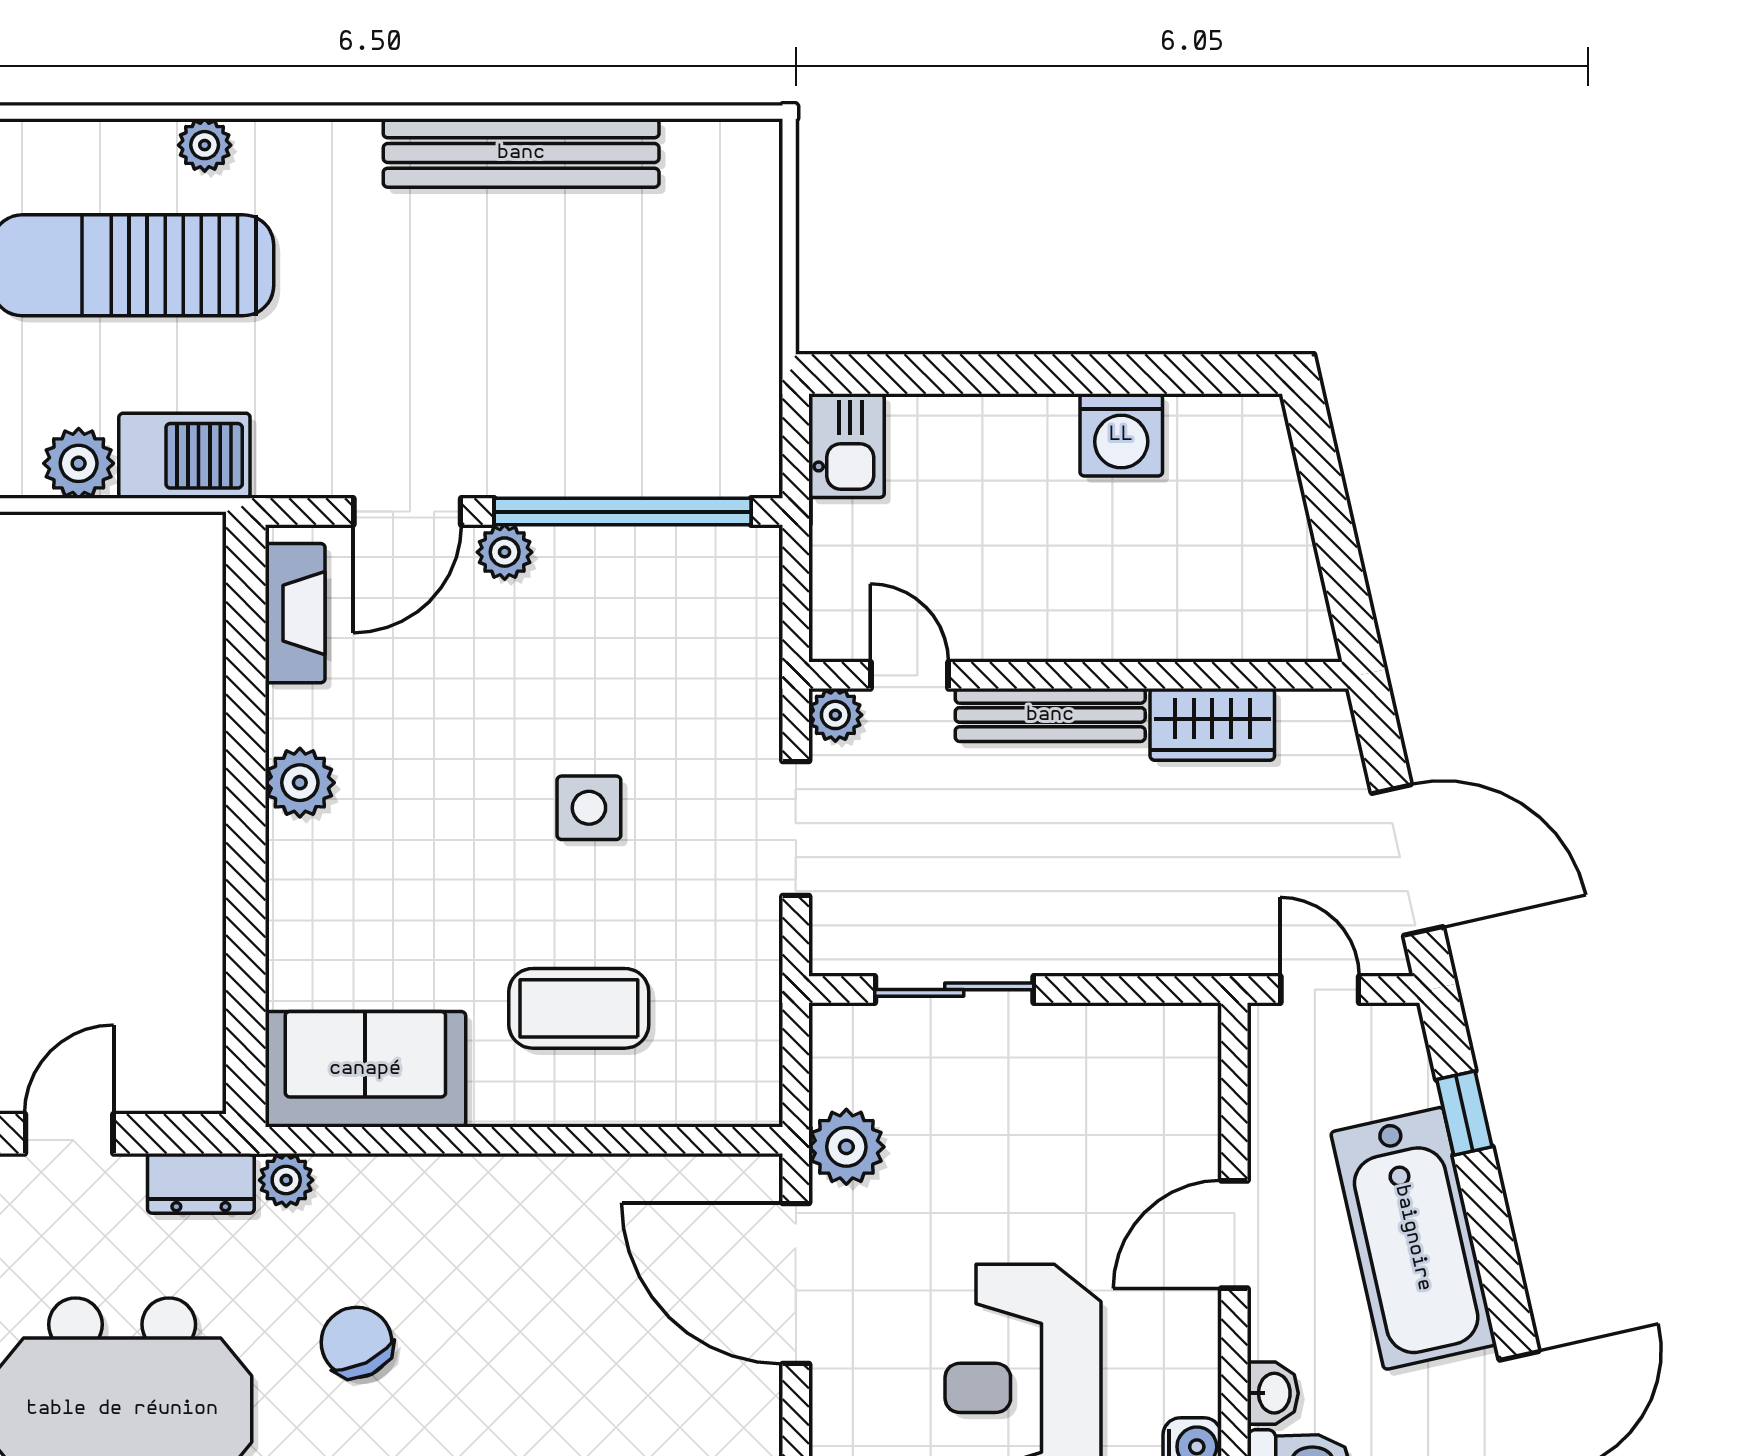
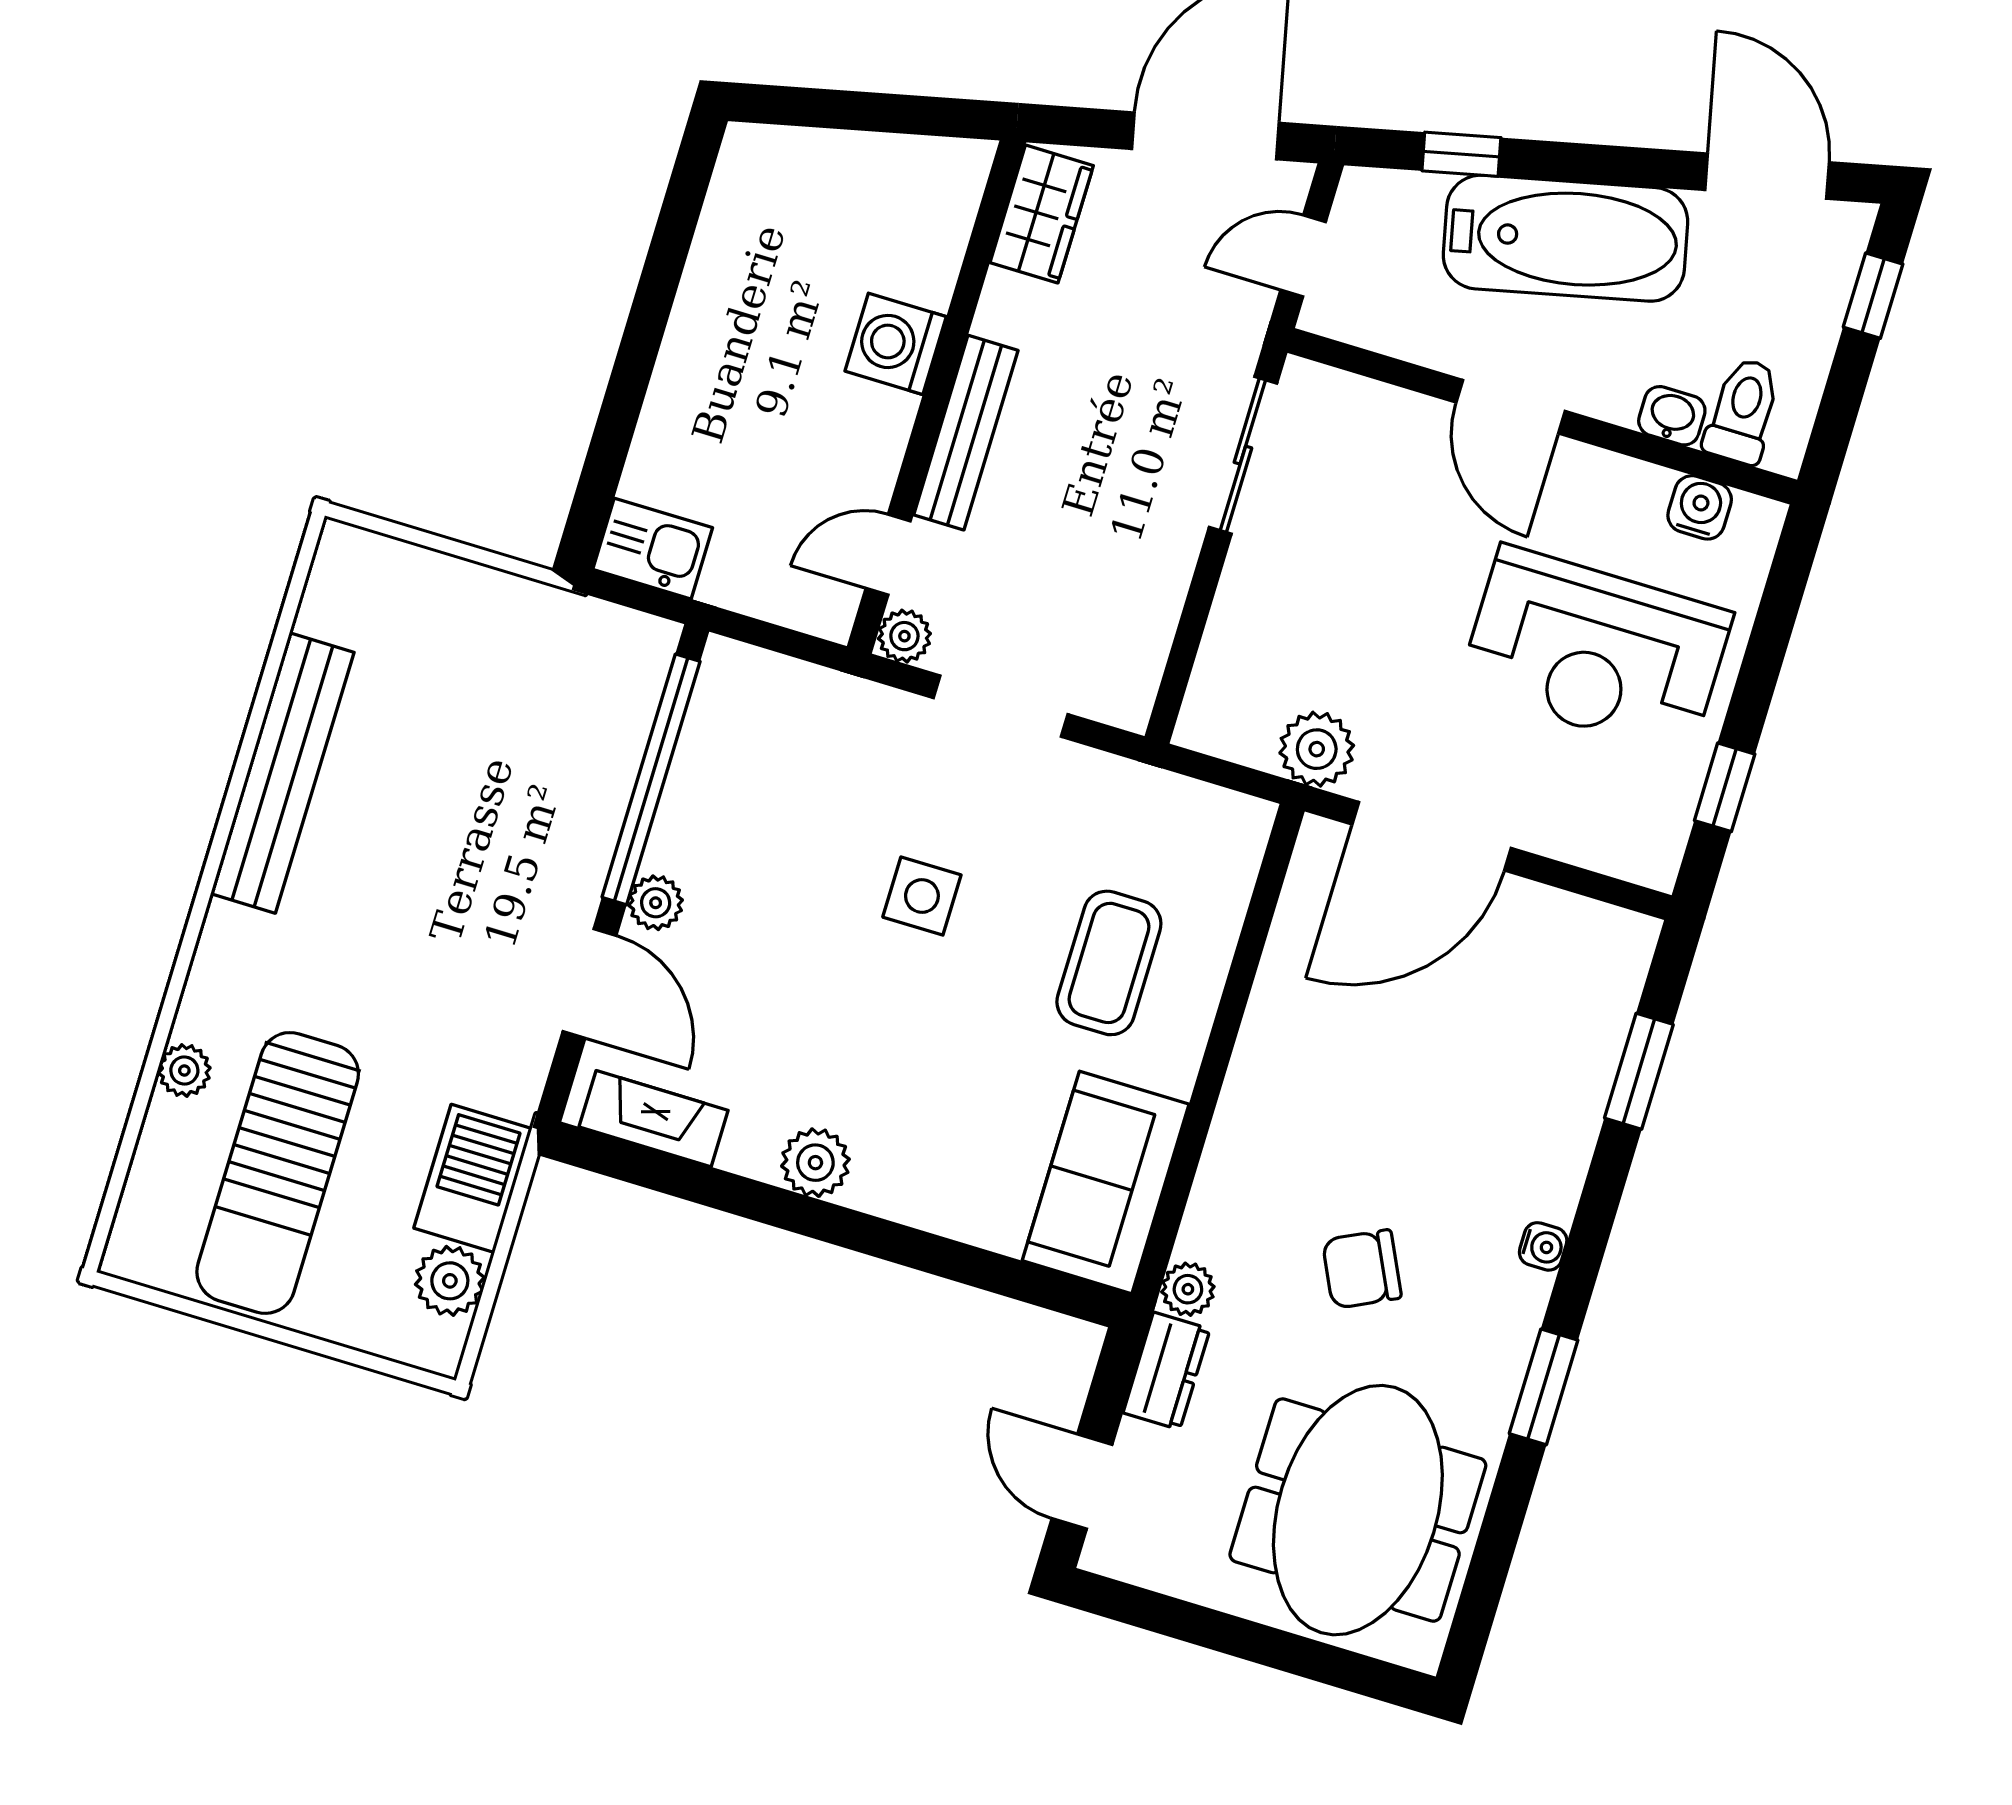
washing machine: (1121, 435) -> (896, 344), moved, turned 180
wardrobe: (1212, 724) -> (1042, 214), moved
sliding door: (954, 990) -> (1243, 455), moved

